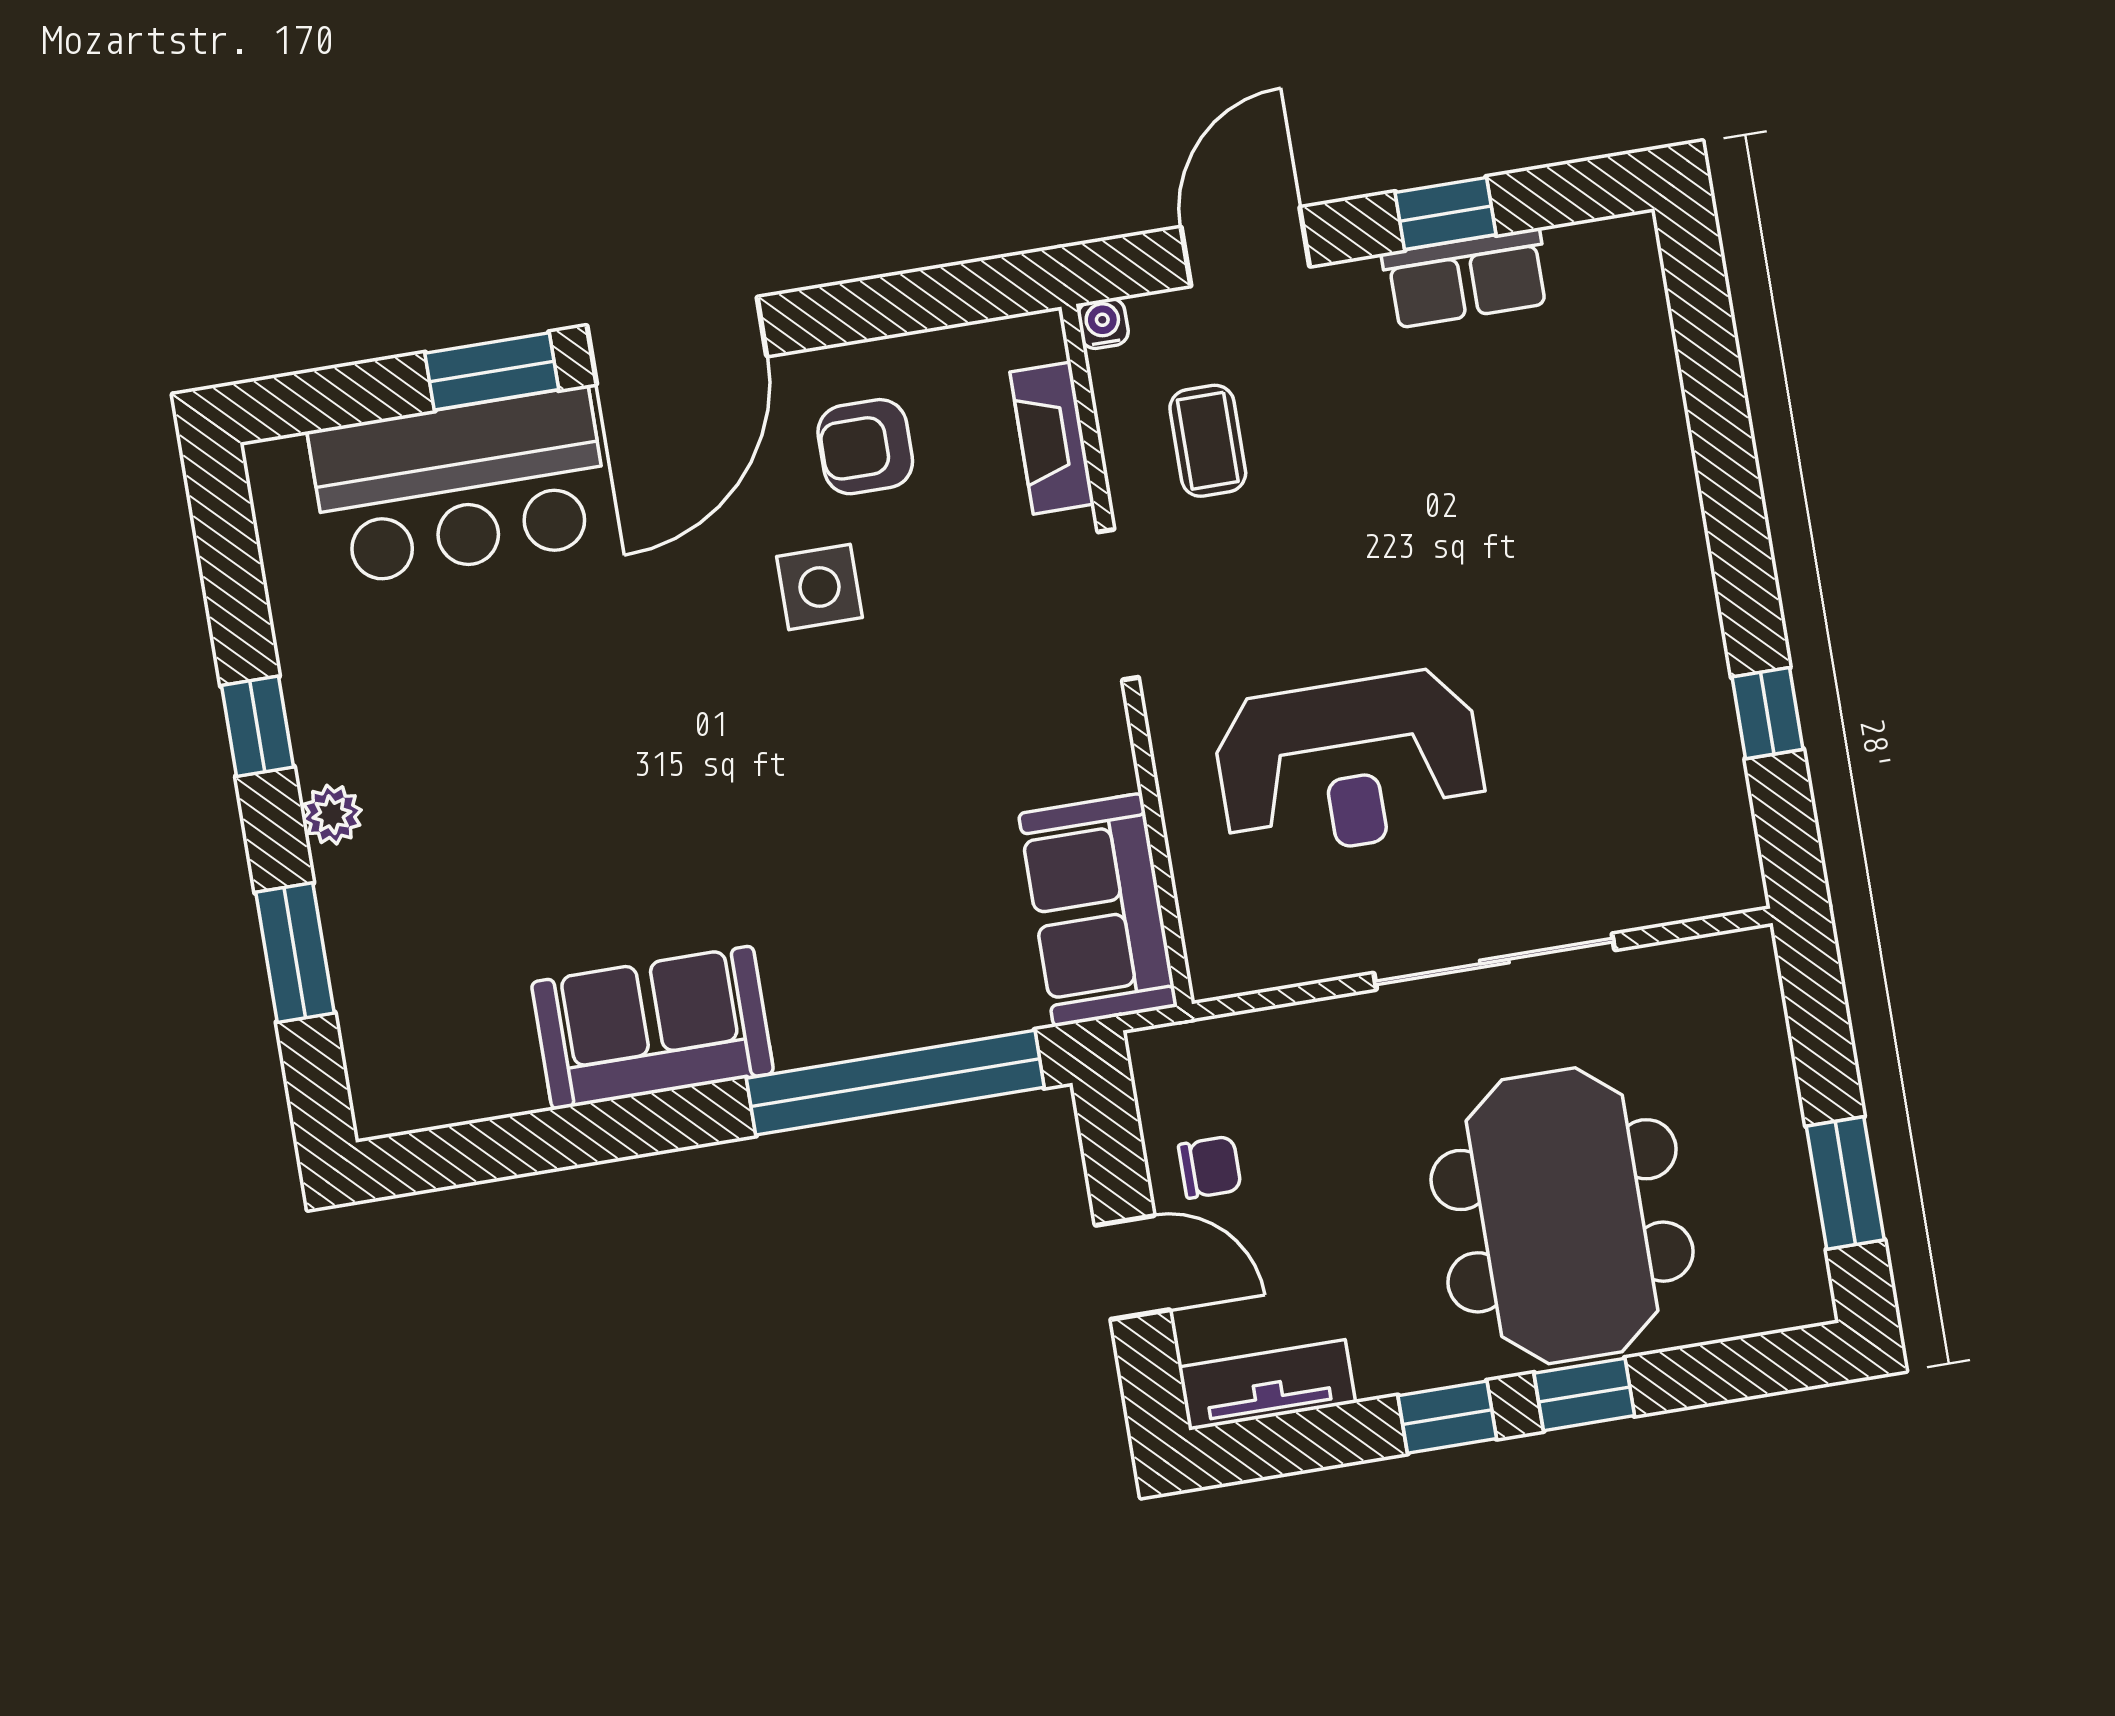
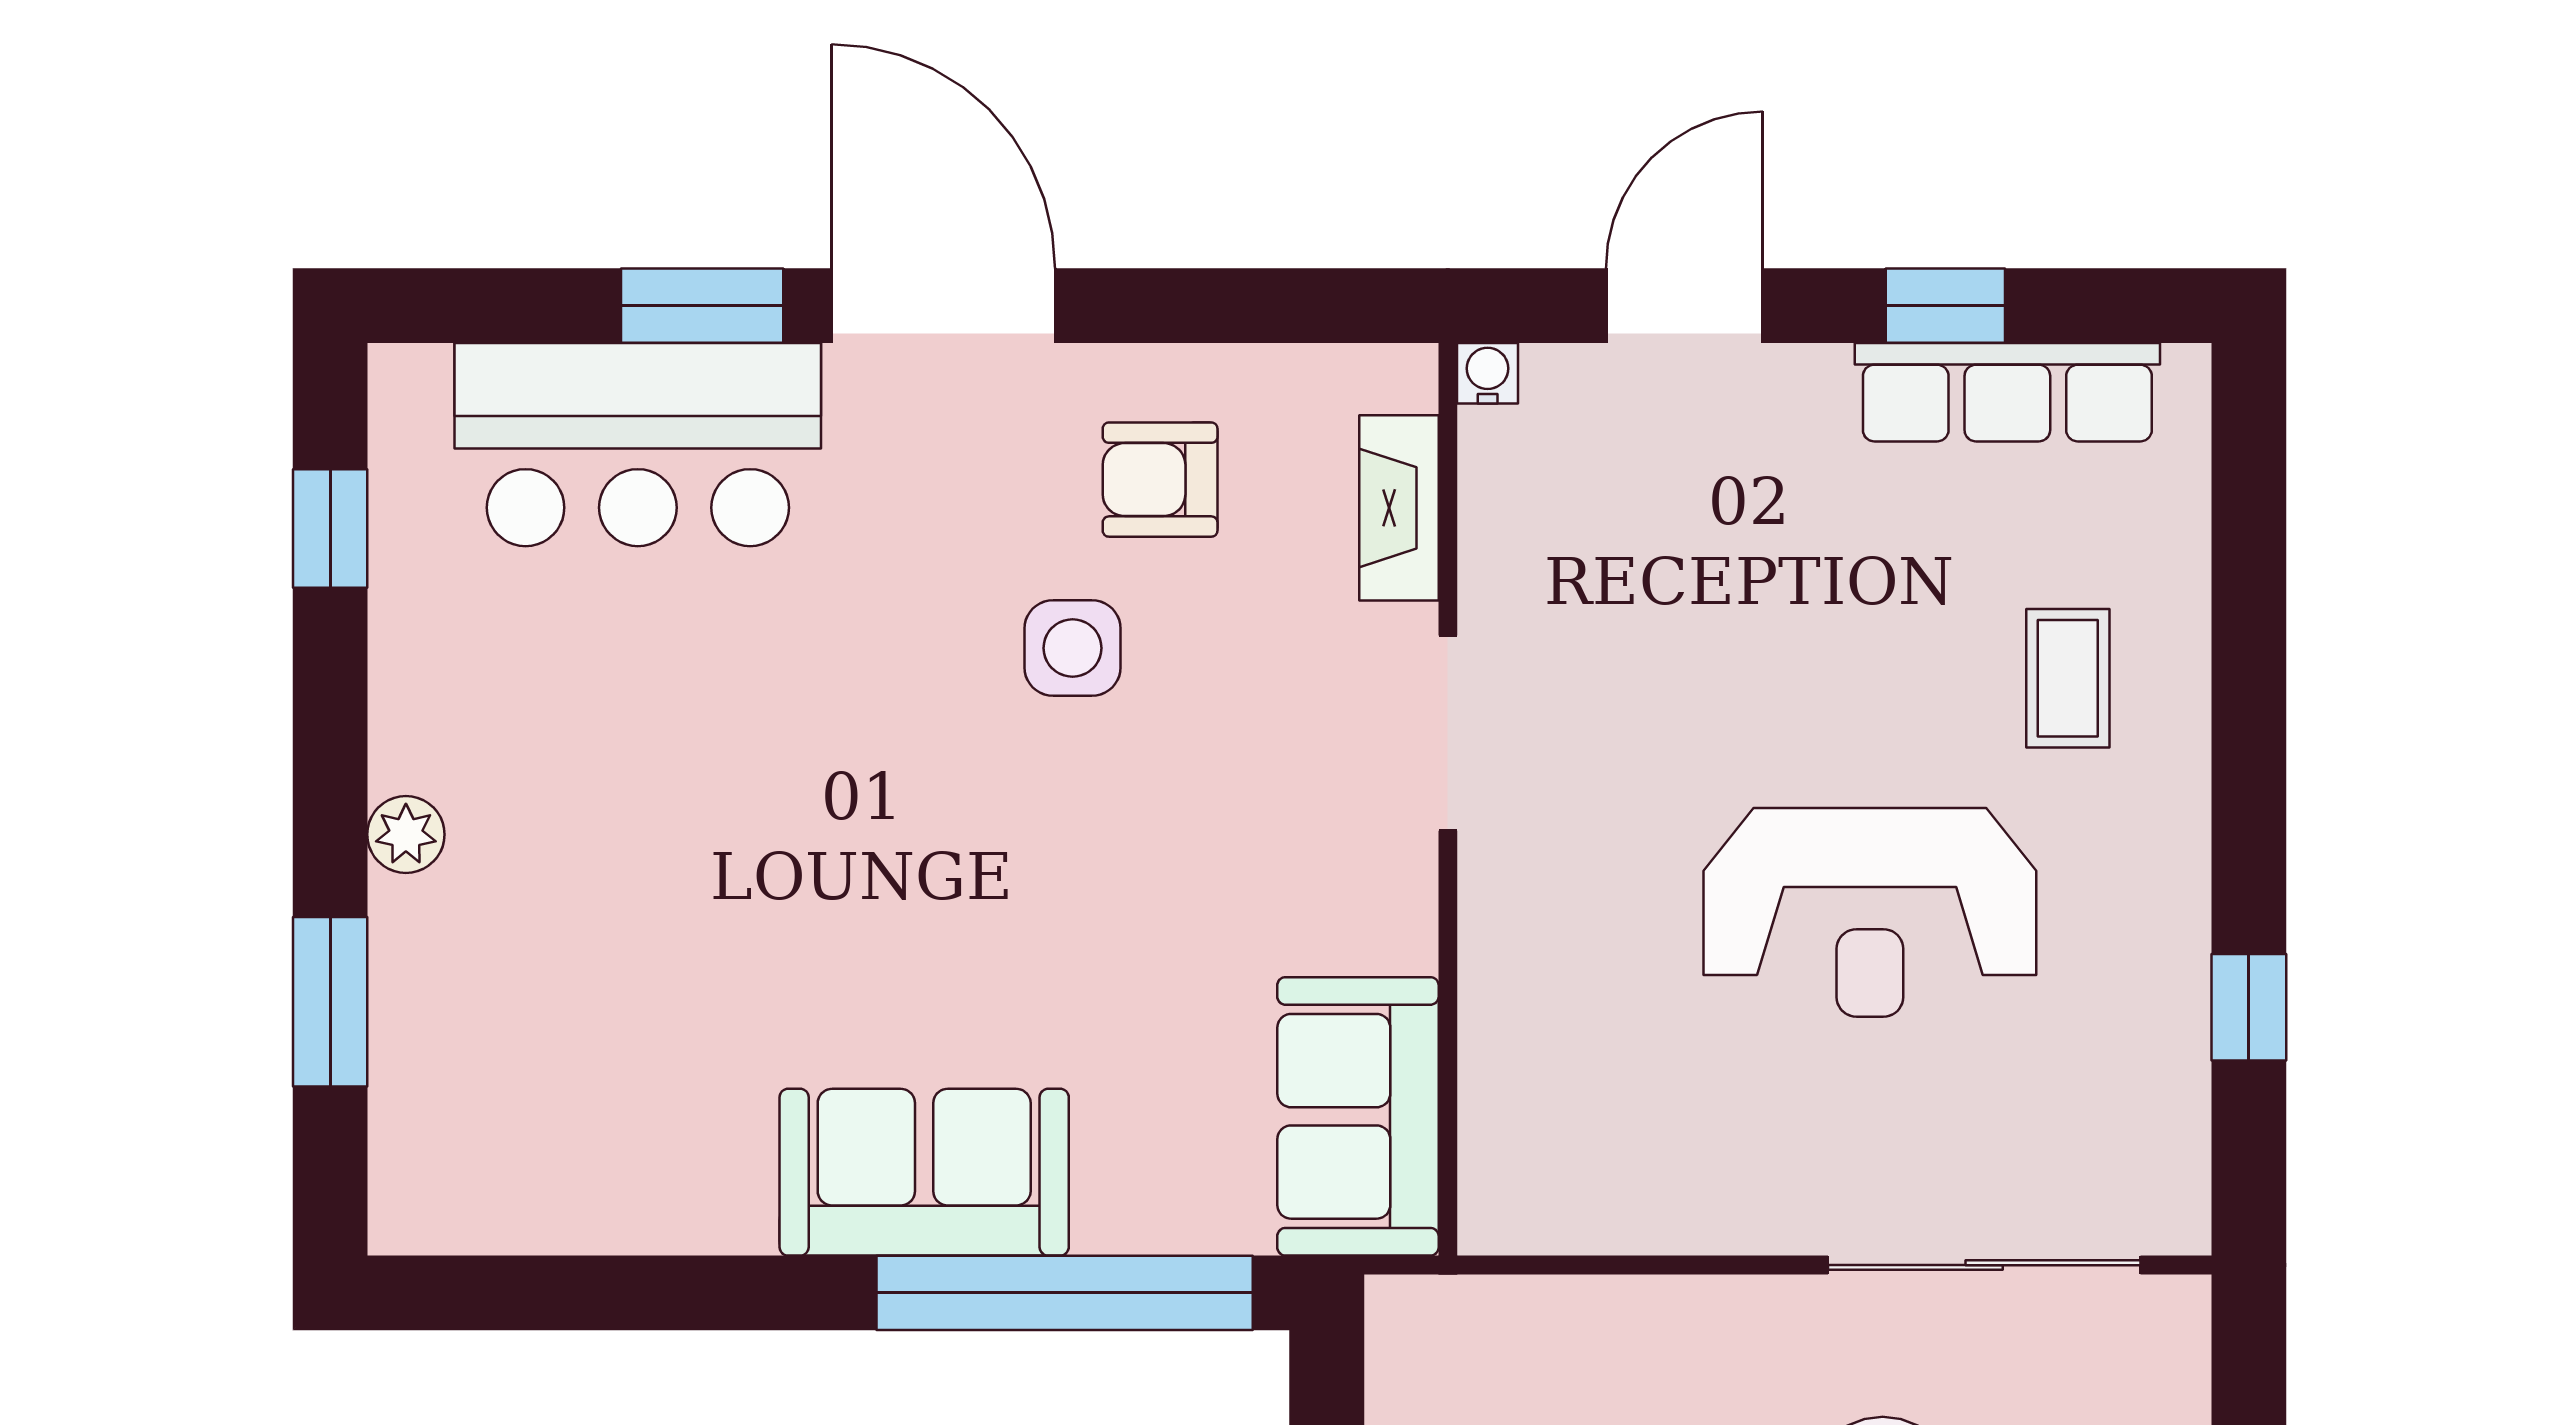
row of seats: (1466, 278) -> (2007, 392), width x1.48
door: (677, 341) -> (943, 306), swing flipped
coffee table: (1208, 441) -> (2068, 678), moved
window: (257, 726) -> (330, 528), moved
reception desk: (1350, 764) -> (1870, 912), moved
sliding door: (1494, 962) -> (1984, 1265), moved
sofa: (653, 1028) -> (924, 1172), moved

